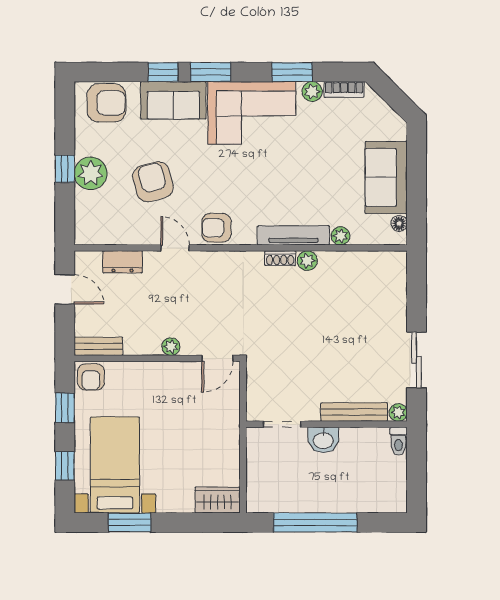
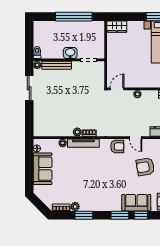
corner sofa: (252, 113) -> (102, 197), removed
armchair: (153, 182) -> (145, 167), turned 95

